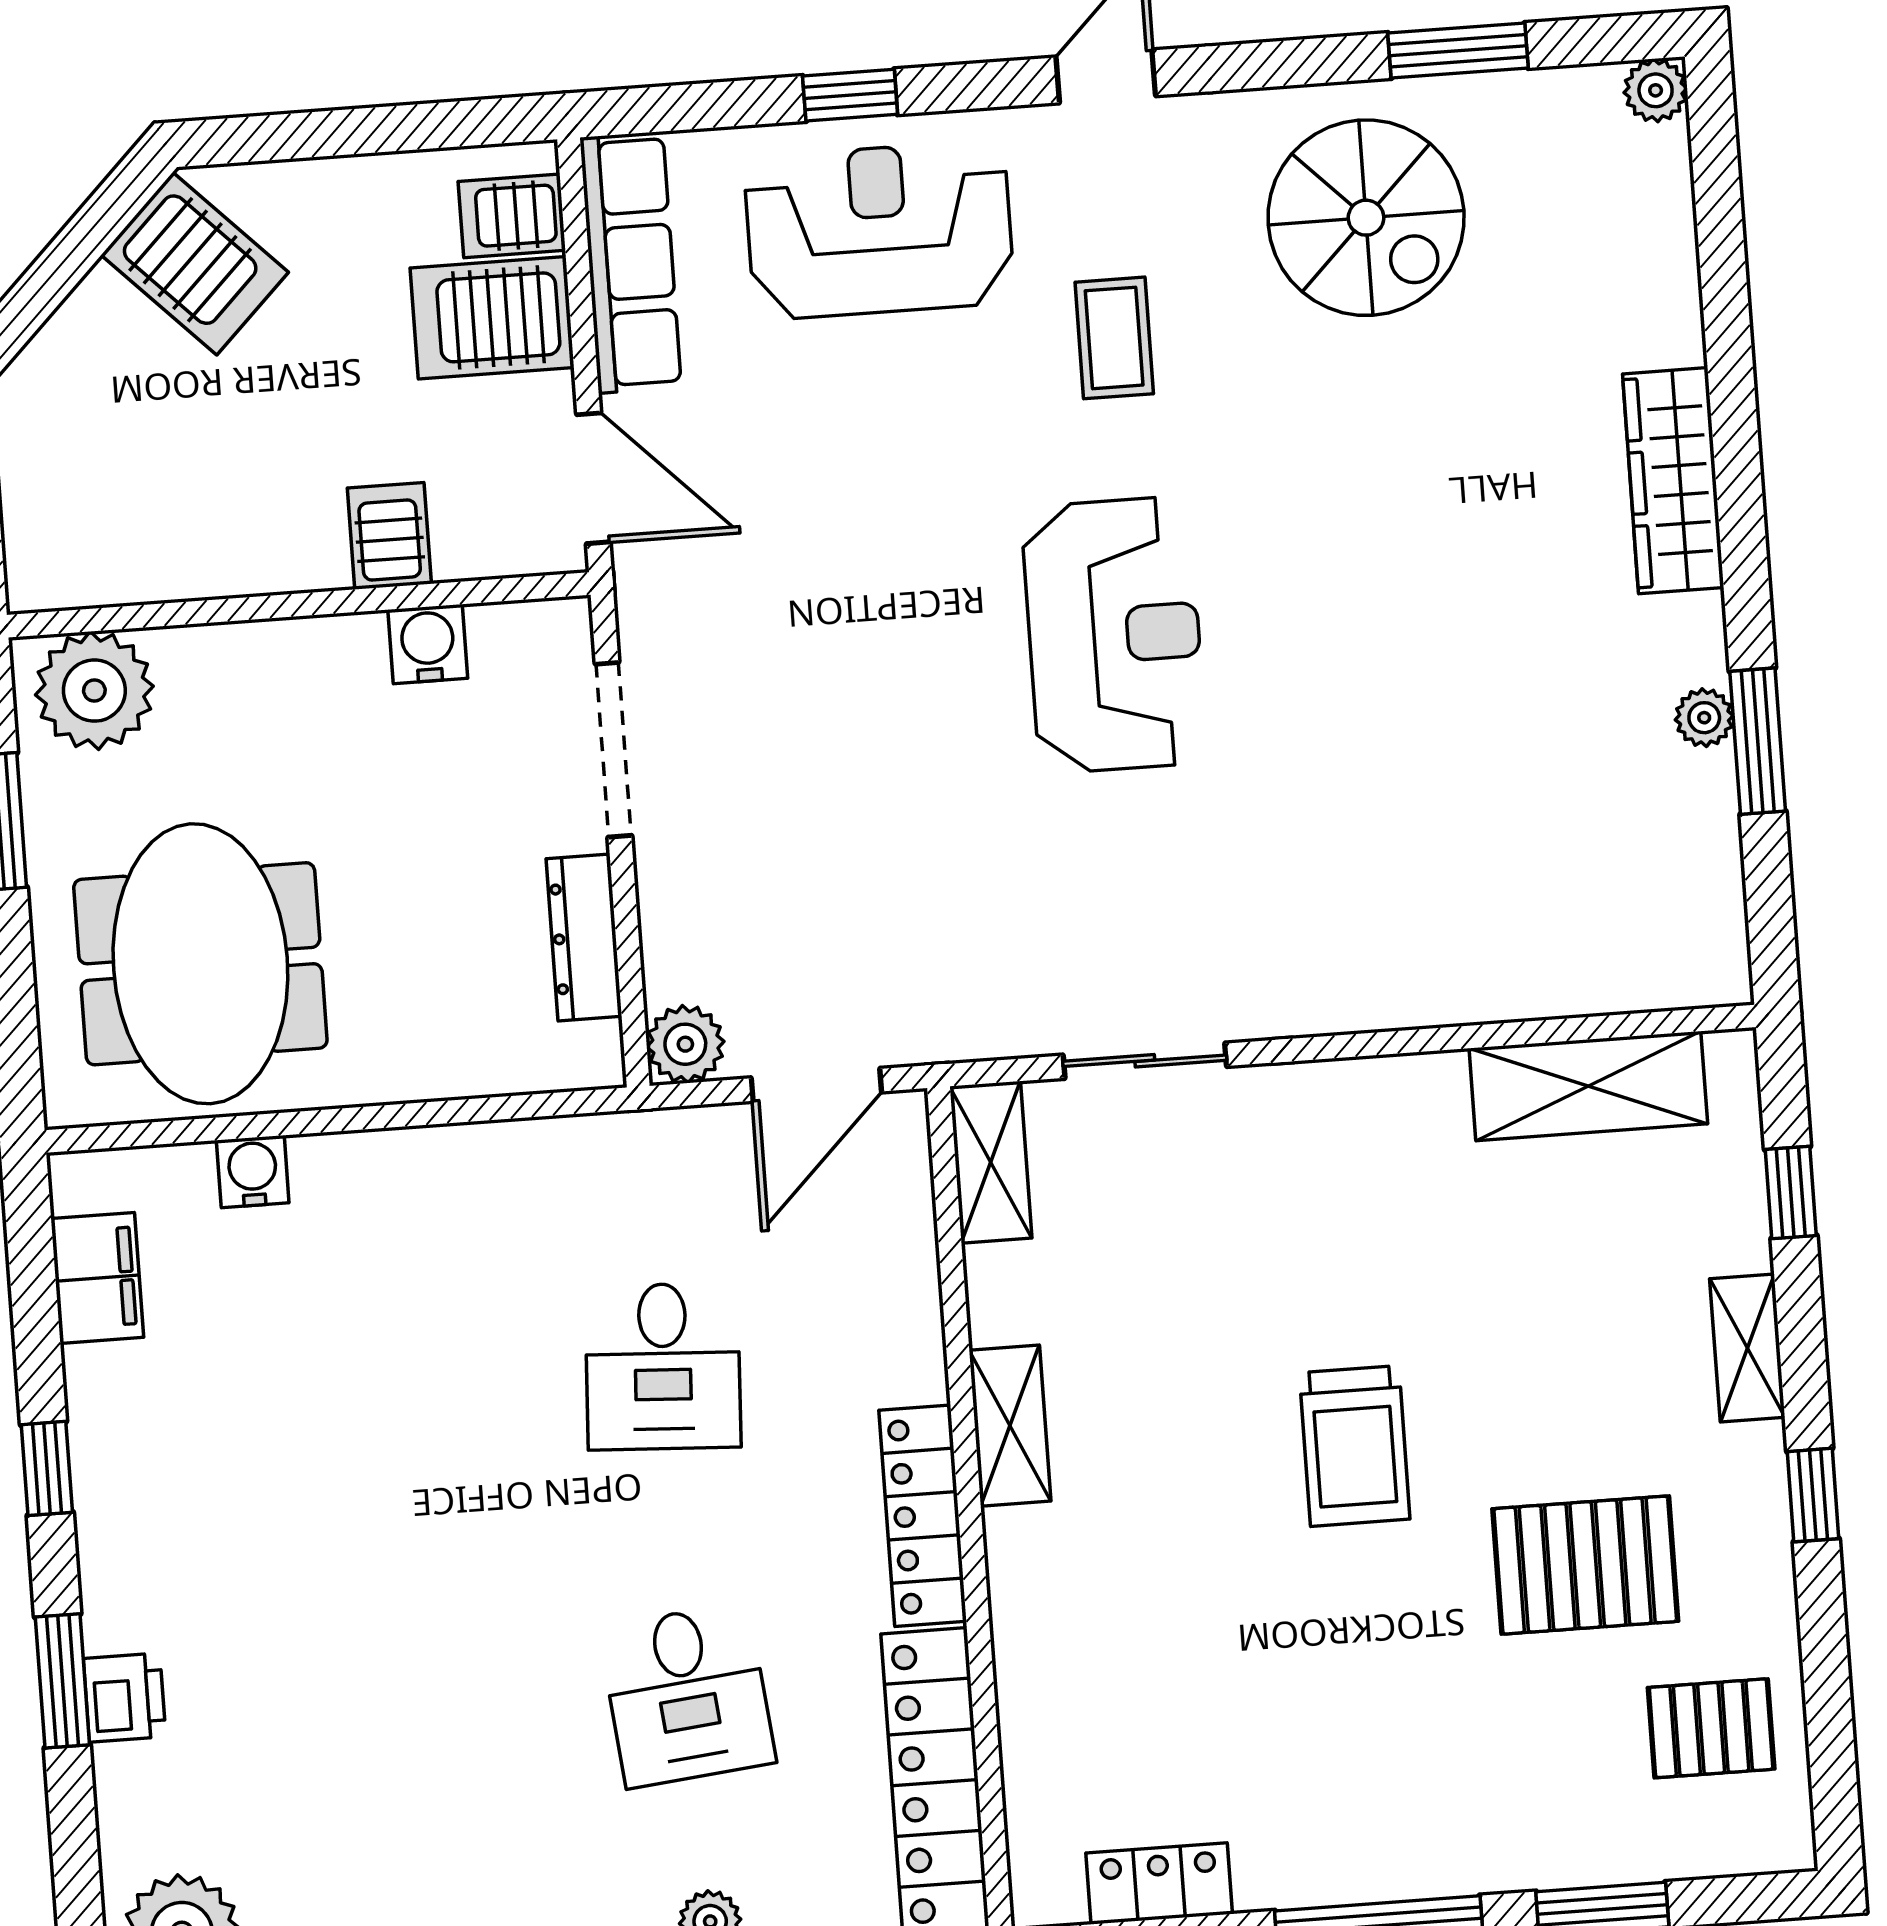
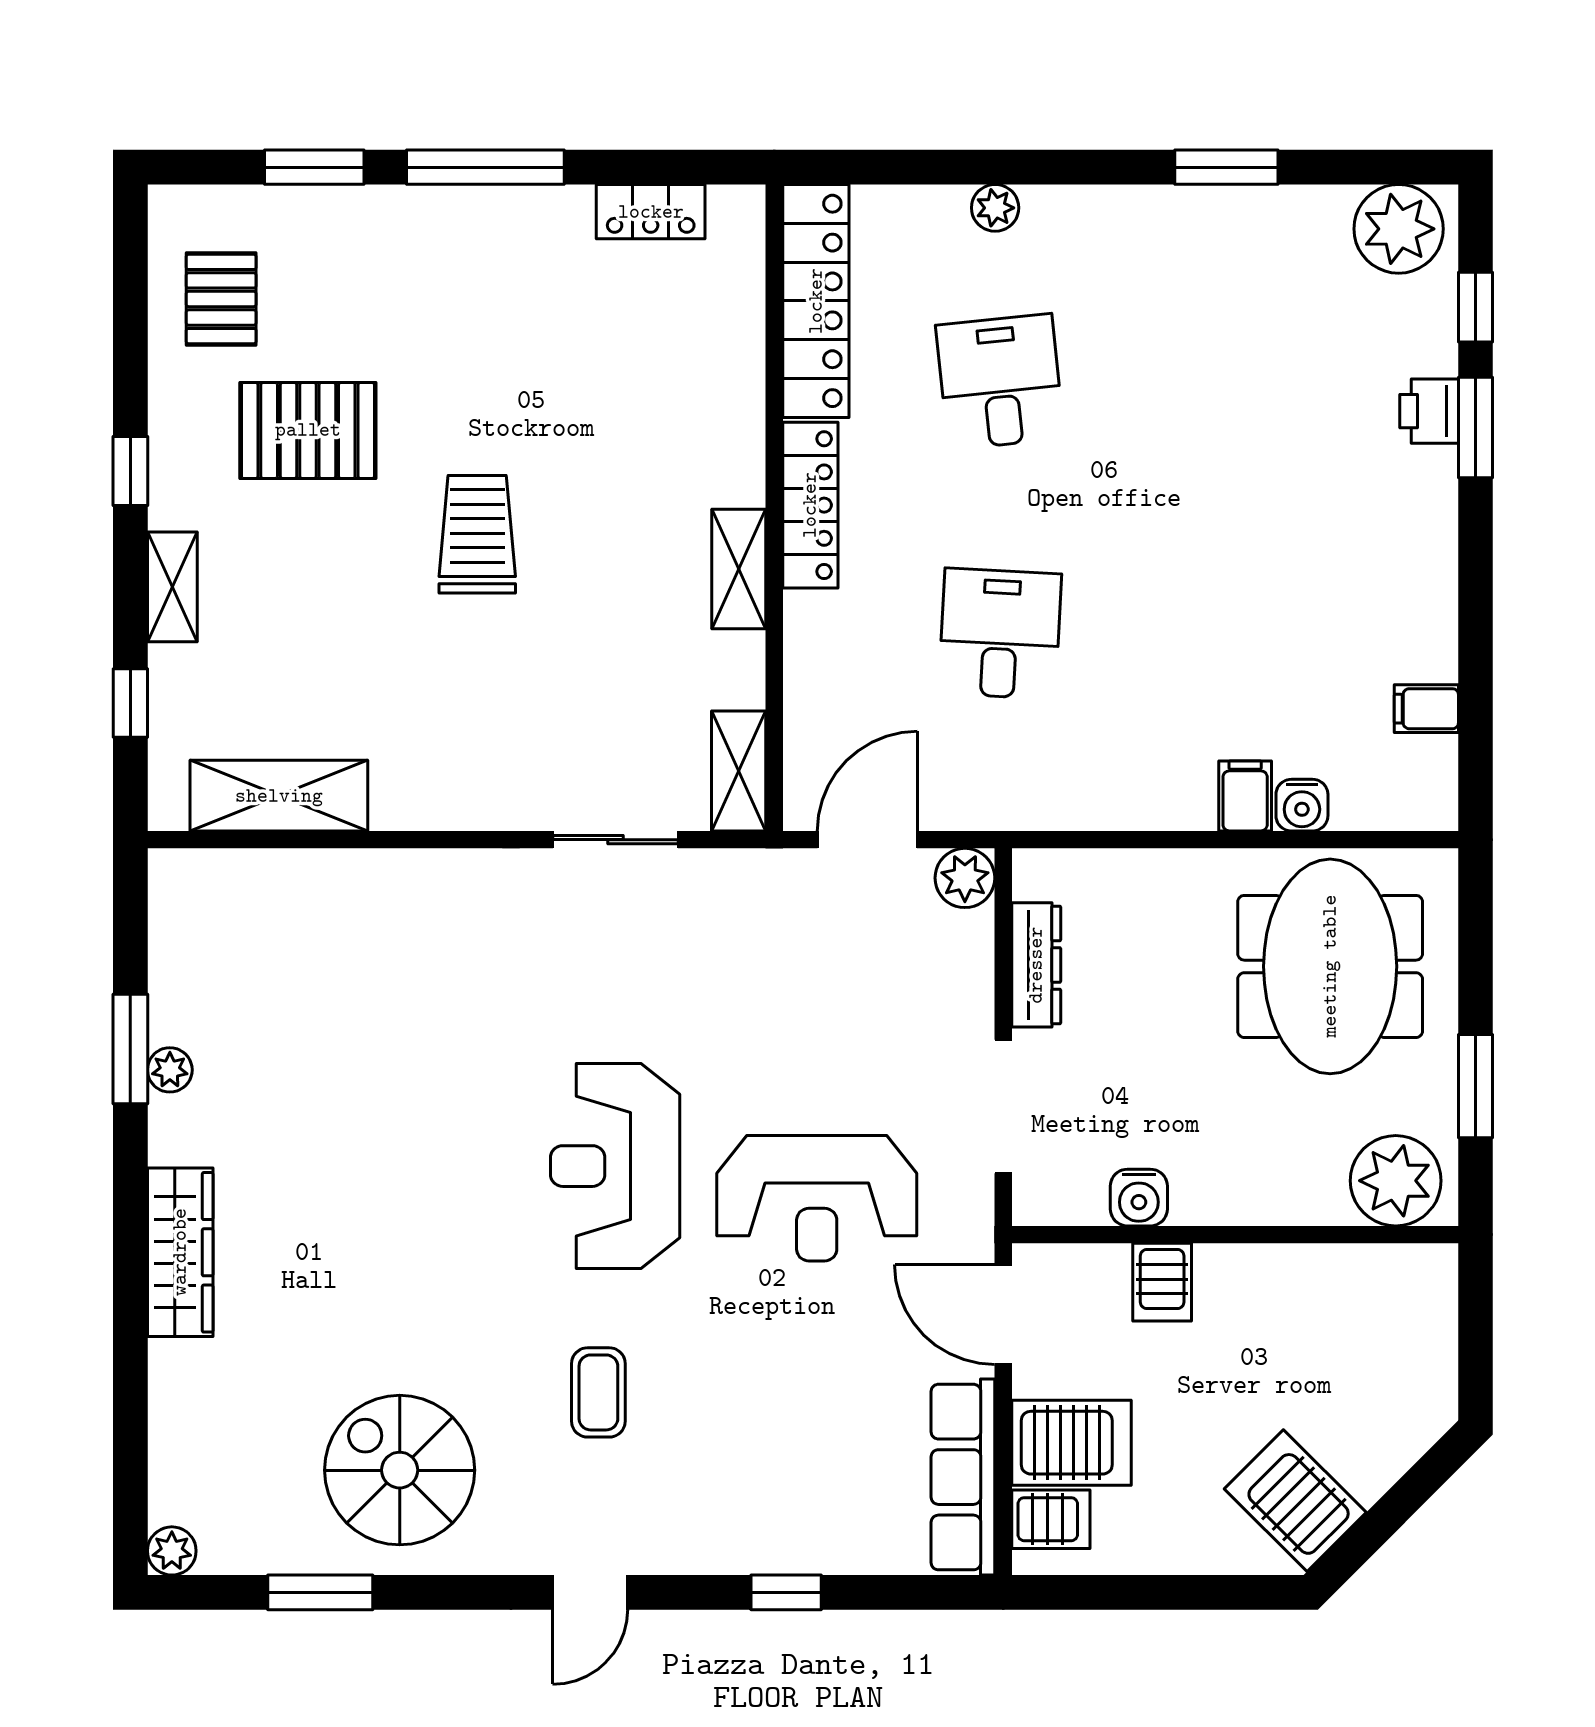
reception desk: (879, 230) -> (817, 1198), moved
filing cabinet: (328, 1178) -> (1245, 796), added
filing cabinet: (97, 1278) -> (1426, 709), width x0.50
window: (47, 1468) -> (1475, 307), moved
pallet: (1711, 1728) -> (221, 299), turned 90

